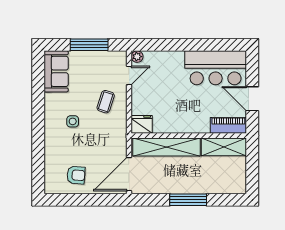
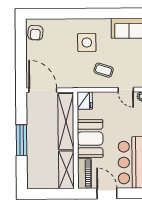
door: (252, 99) -> (107, 193), hinge flipped
booth: (187, 118) -> (90, 139), added
side table: (73, 121) -> (87, 42), width x1.87, depth x1.87
armchair: (76, 175) -> (35, 33), moved

